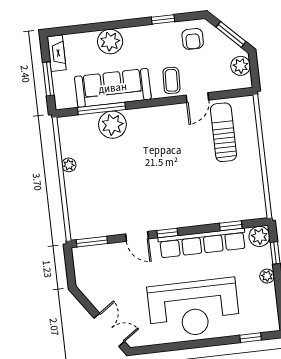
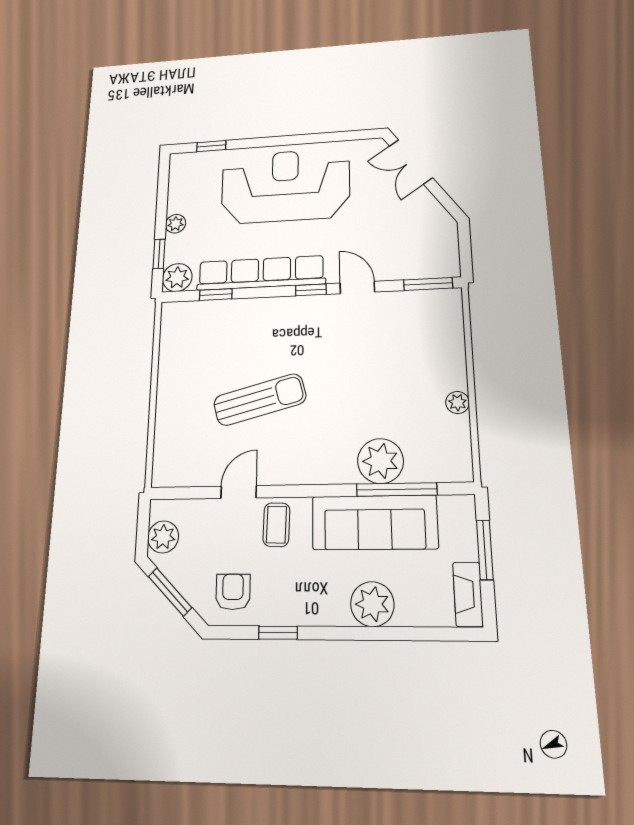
sun lounger: (223, 132) -> (260, 400), moved, turned -105

